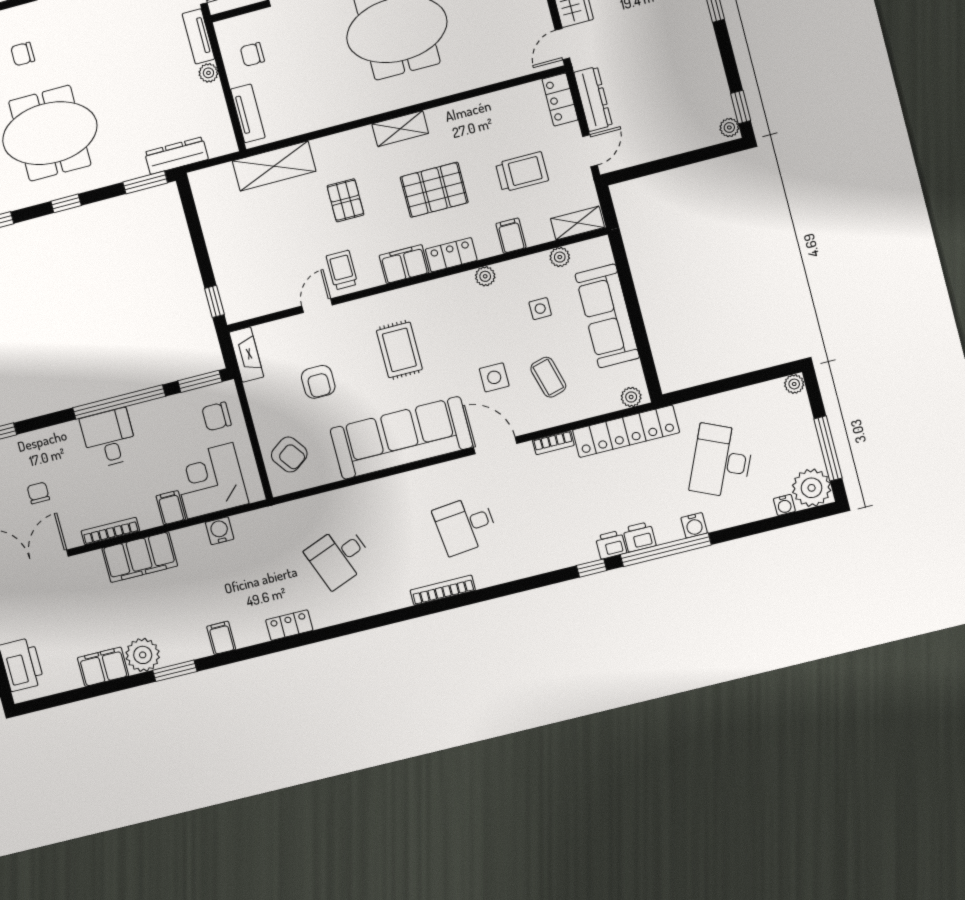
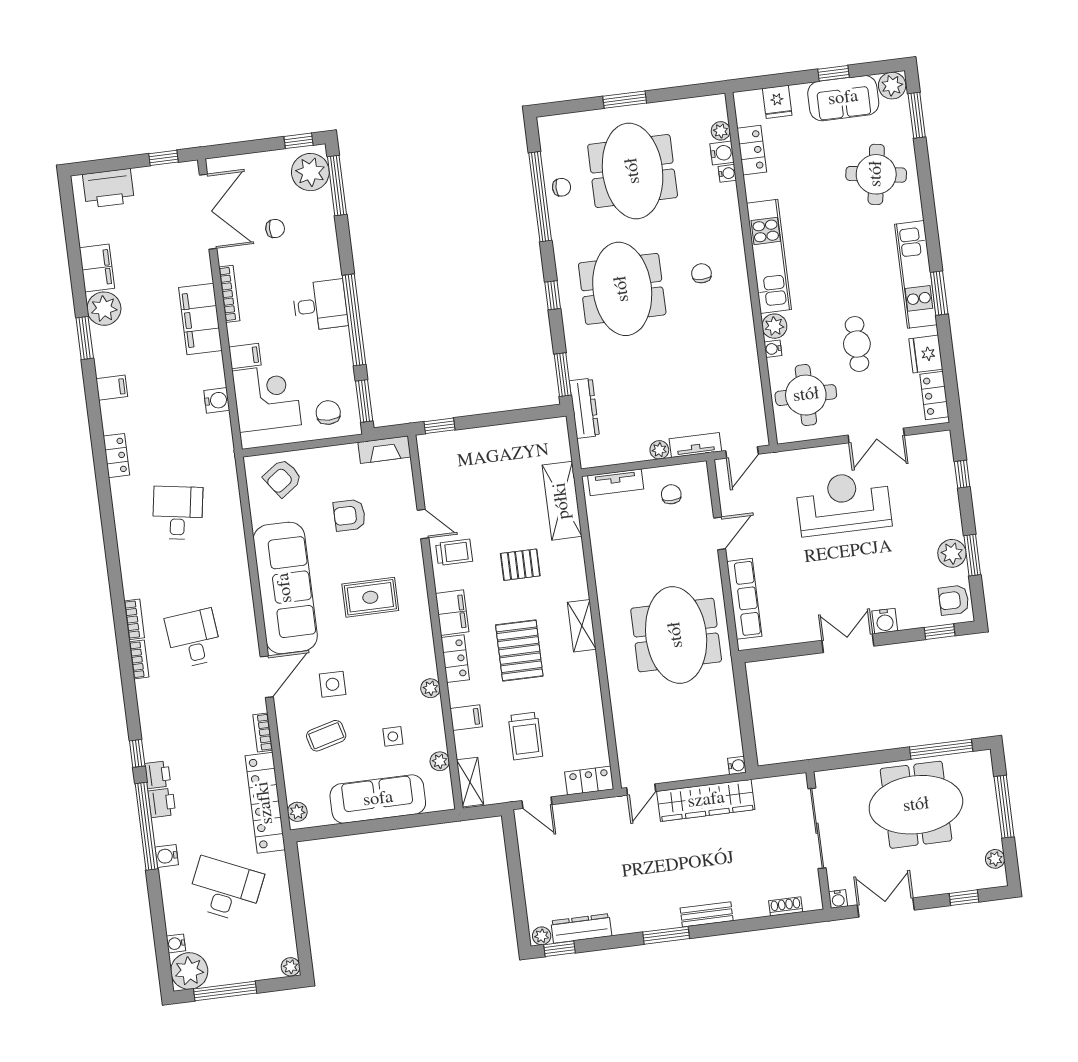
door: (562, 44) -> (641, 789), swing flipped
dresser: (593, 99) -> (581, 928), moved, turned 180
desk: (339, 556) -> (178, 513), turned 30
bookcase: (494, 578) -> (139, 659), added
bookcase: (443, 590) -> (134, 619), width x0.64

